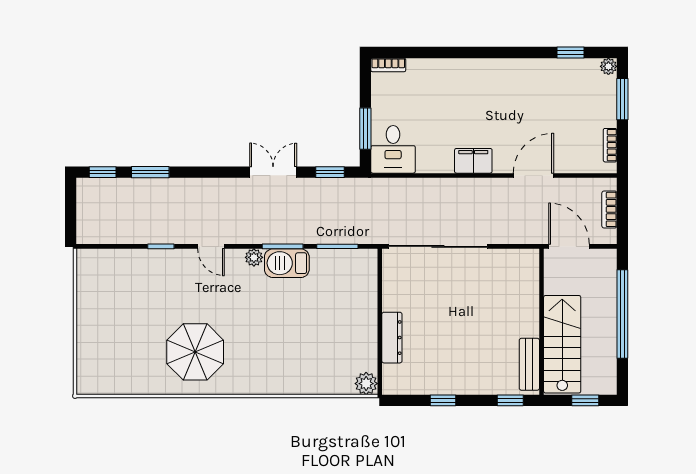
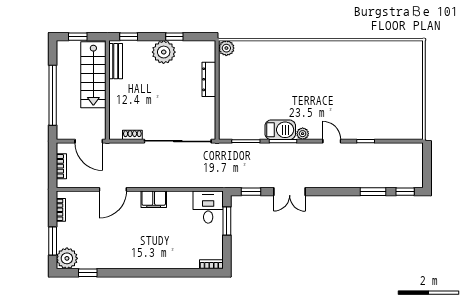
plant: (608, 66) -> (67, 258), width x1.87, depth x1.87
shoe rack: (505, 256) -> (132, 135), added
parasol: (195, 352) -> (342, 70), removed
plant: (459, 378) -> (164, 52), added

